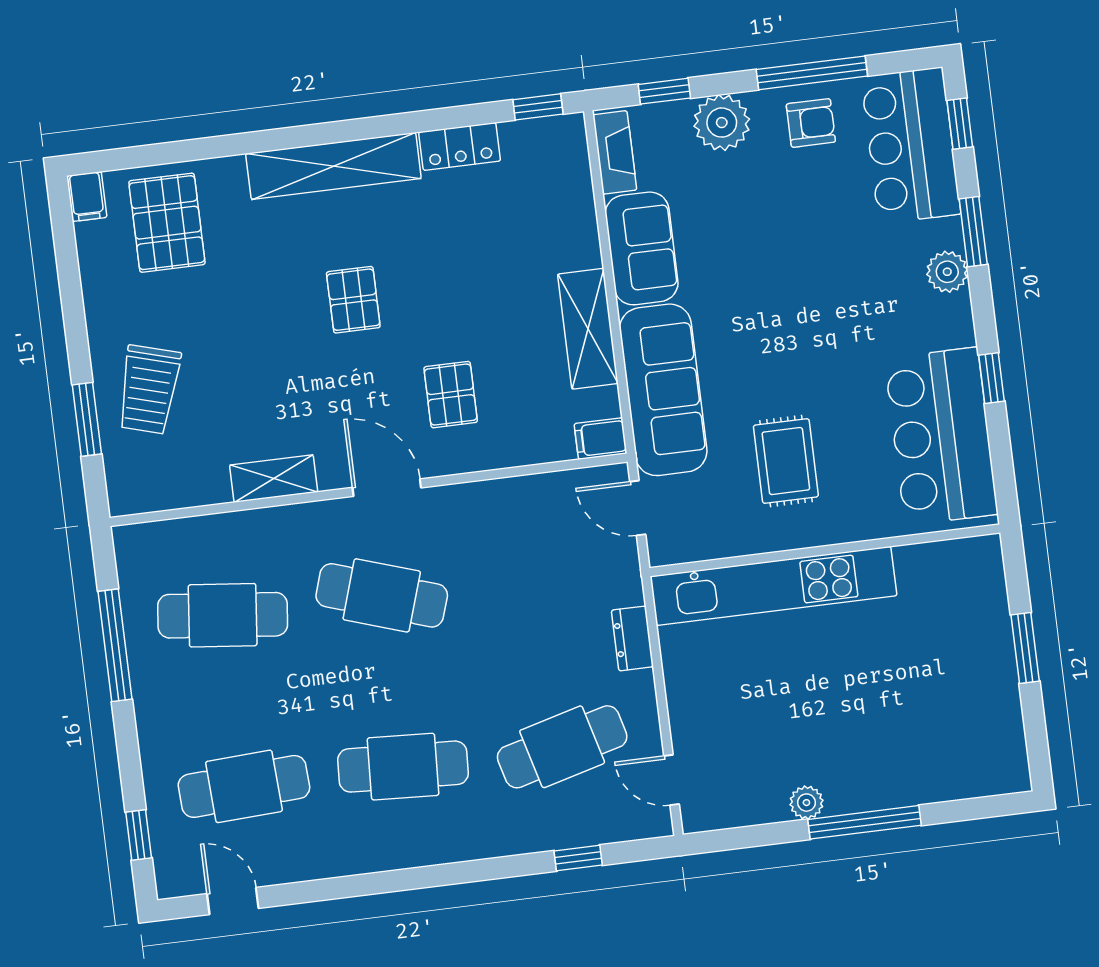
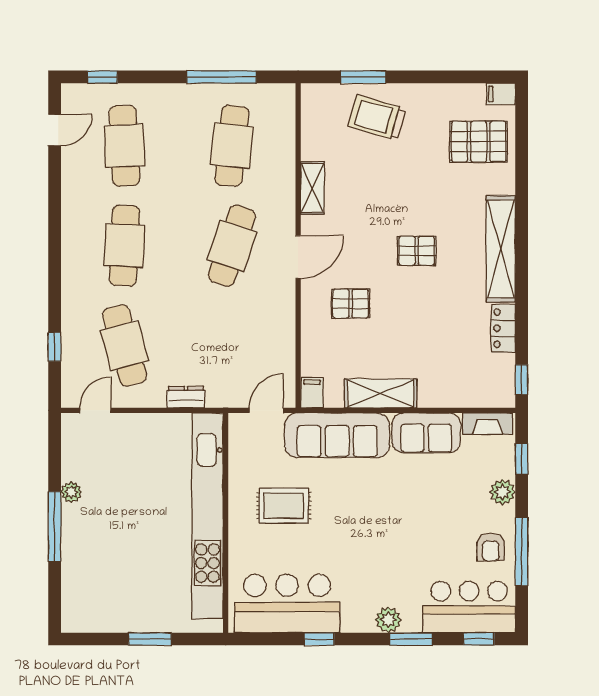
plant: (722, 123) -> (502, 492), width x0.73, depth x0.73
kitchen unit: (774, 586) -> (208, 516), width x1.36

